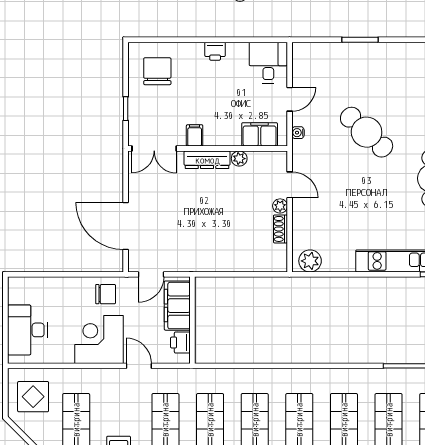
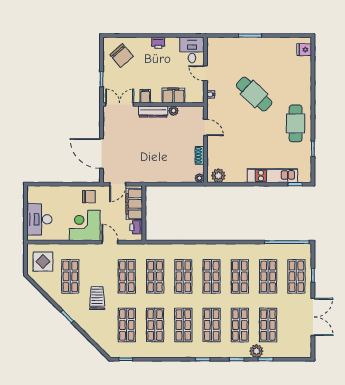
chair: (157, 71) -> (122, 56), turned 139
door: (290, 99) -> (205, 73), swing flipped
filing cabinet: (260, 134) -> (173, 95), moved
double door: (154, 148) -> (120, 104), swing flipped
plant: (280, 206) -> (199, 178), moved

